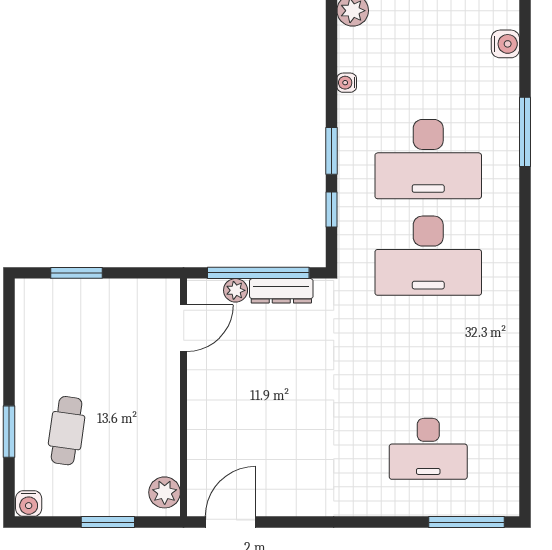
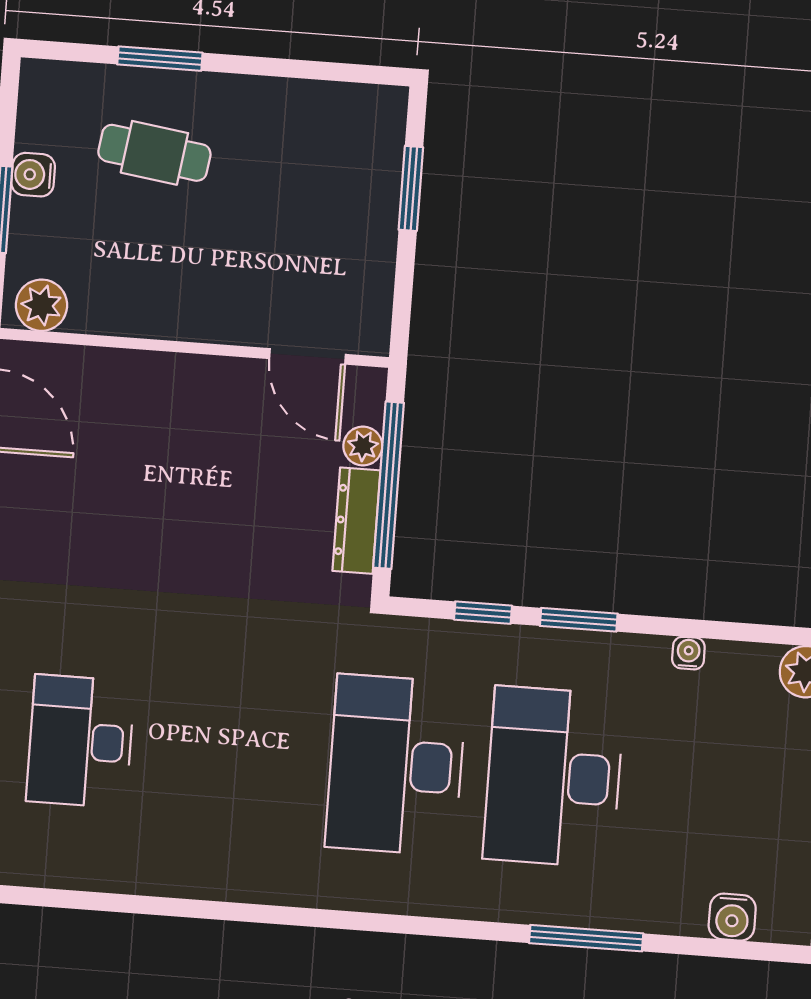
water cooler: (29, 504) -> (33, 175), moved

